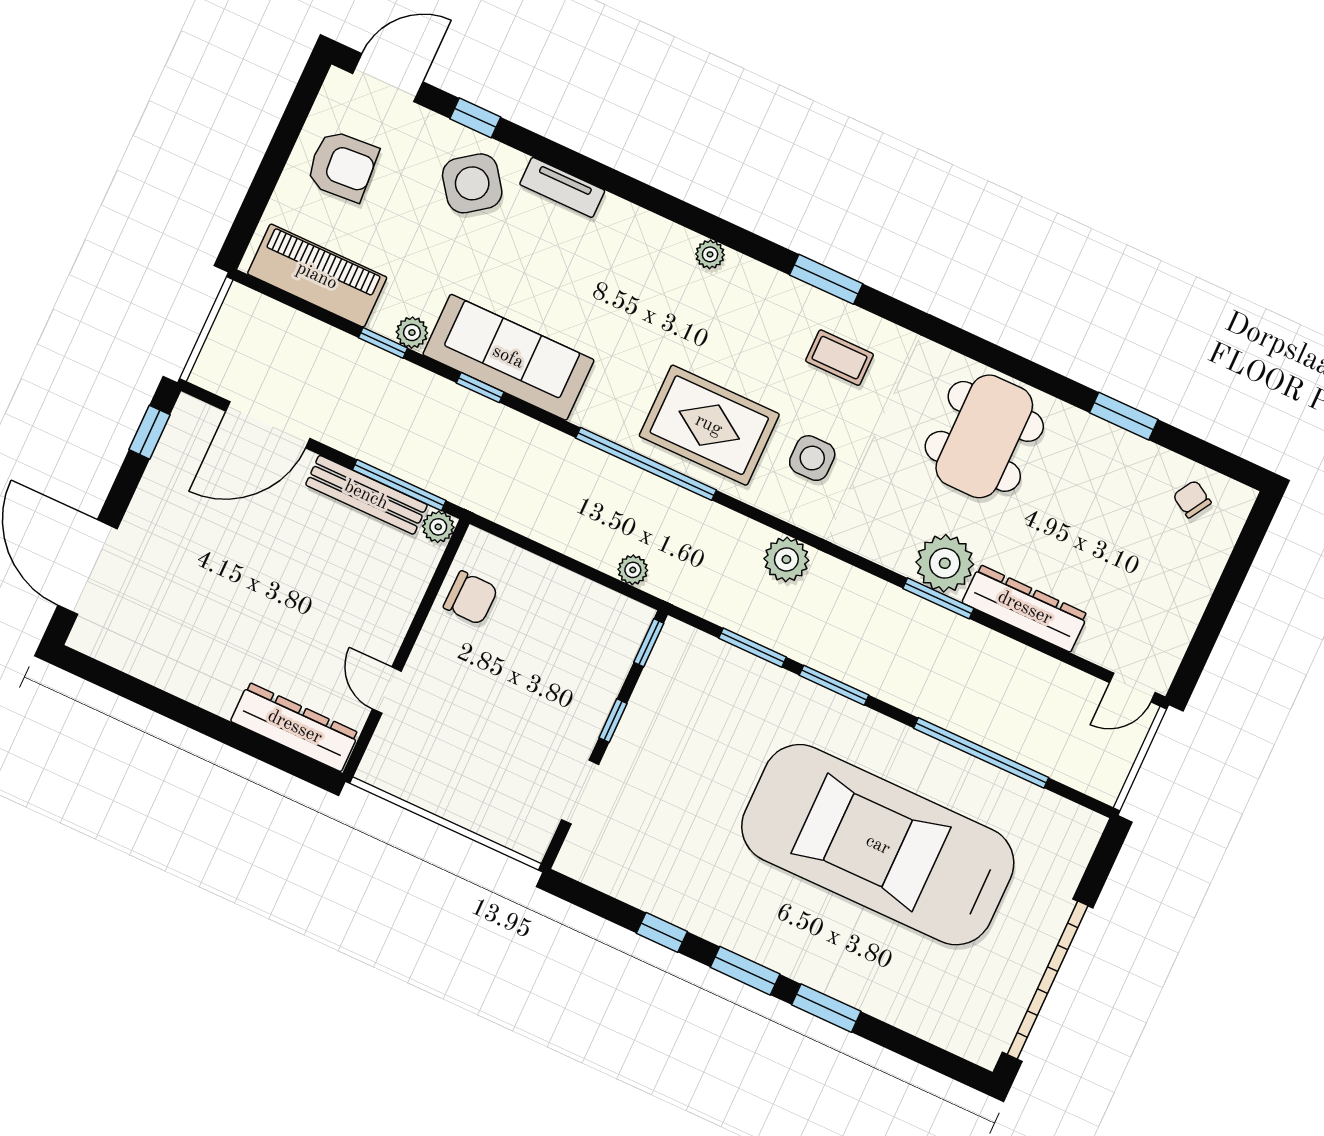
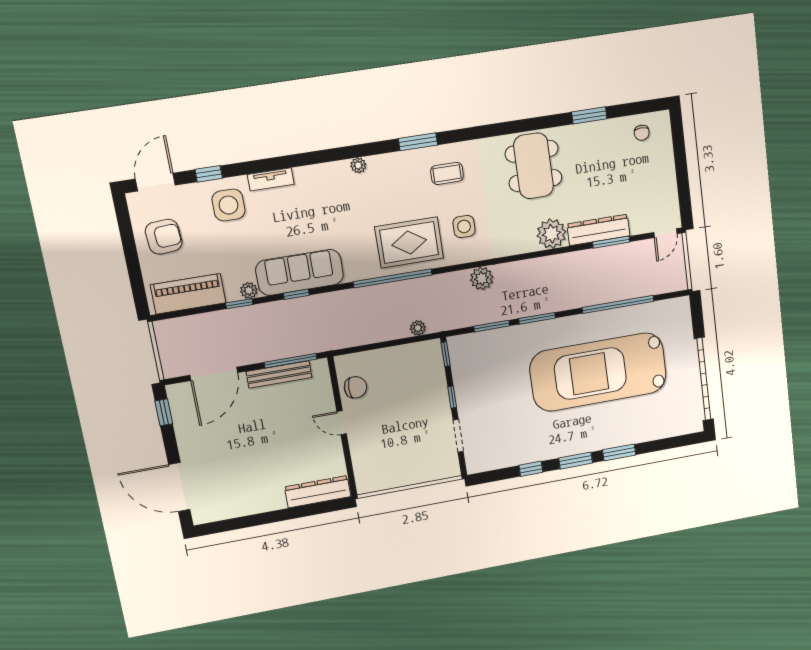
side table: (472, 183) -> (229, 205), turned 36
chair: (1192, 499) -> (642, 133), turned -121
plant: (438, 527) -> (320, 367), removed
window: (938, 598) -> (611, 242), moved
door: (387, 690) -> (342, 423), moved

